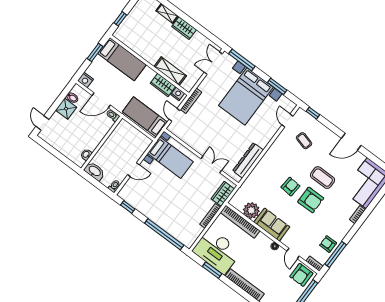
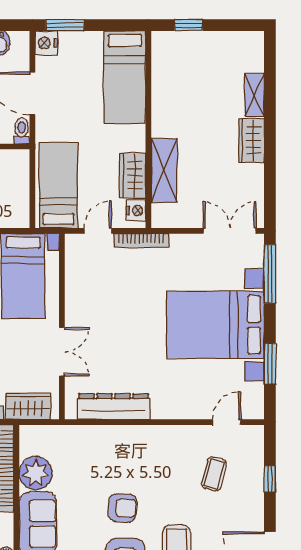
window: (95, 53) -> (65, 25), moved
window: (313, 113) -> (270, 479), moved

